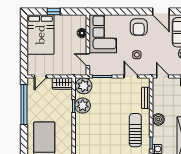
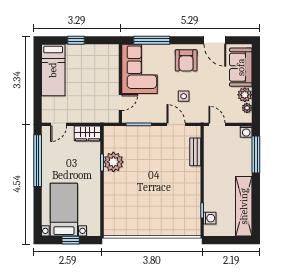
window: (112, 12) -> (152, 40), added
floor lamp: (82, 33) -> (113, 68), removed
bed: (40, 35) -> (53, 70), width x0.67
door: (88, 60) -> (120, 103), swing flipped
plant: (84, 86) -> (115, 136), removed
boiler: (158, 119) -> (211, 180), removed
sun lounger: (135, 130) -> (182, 194), removed

